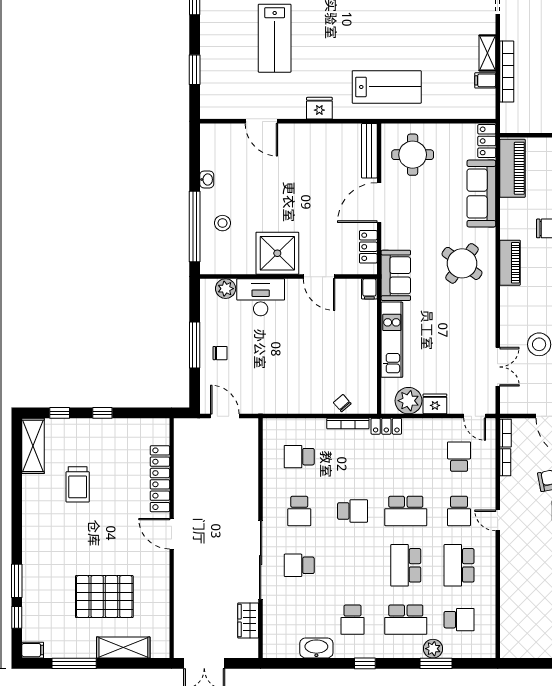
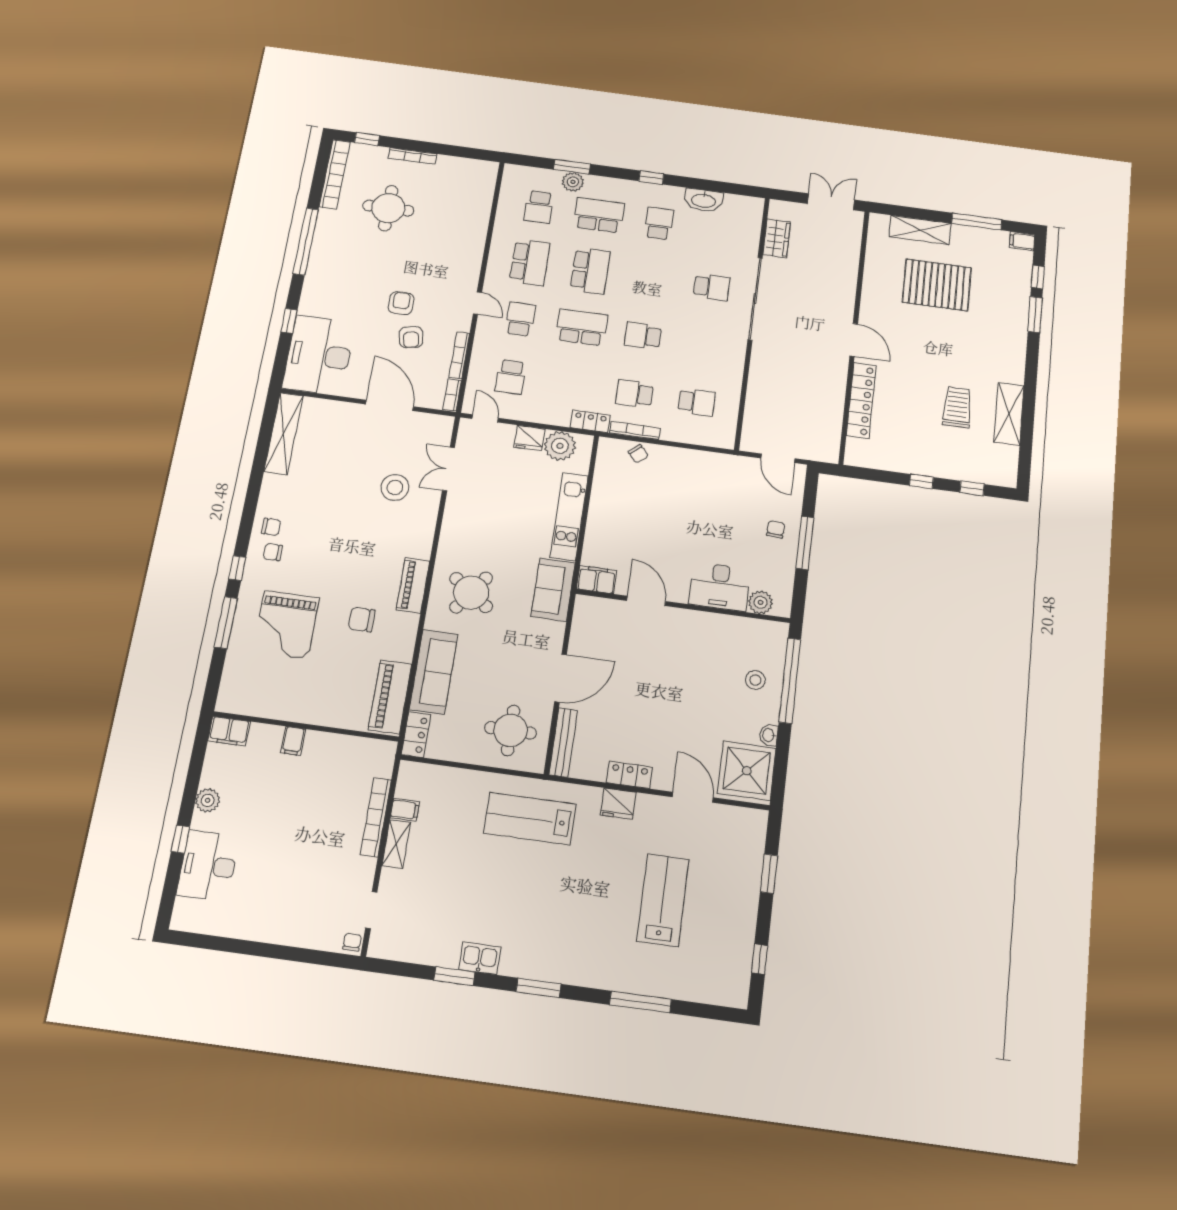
locker: (368, 247) -> (629, 775), moved, turned -90
shower: (277, 253) -> (747, 771), moved
filing cabinet: (369, 289) -> (597, 580), width x2.00
chair: (220, 353) -> (776, 529), turned 93
shelving: (33, 446) -> (1009, 414), moved
bookcase: (505, 462) -> (459, 355), width x1.56
school desk: (299, 511) -> (635, 394), moved, turned -90
school desk: (459, 620) -> (539, 207), turned -90

